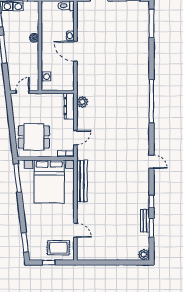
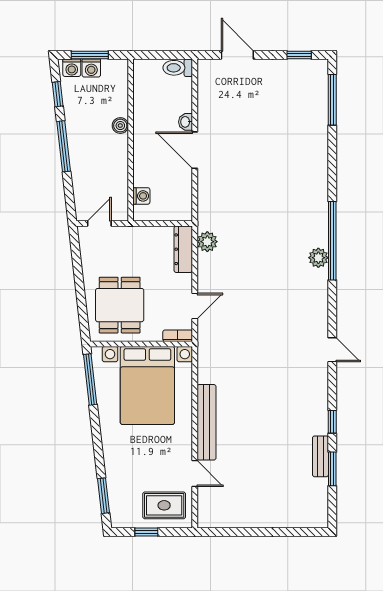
dining table: (34, 137) -> (120, 305), turned 90
bench: (82, 181) -> (206, 422), moved
plant: (144, 254) -> (318, 258), moved

